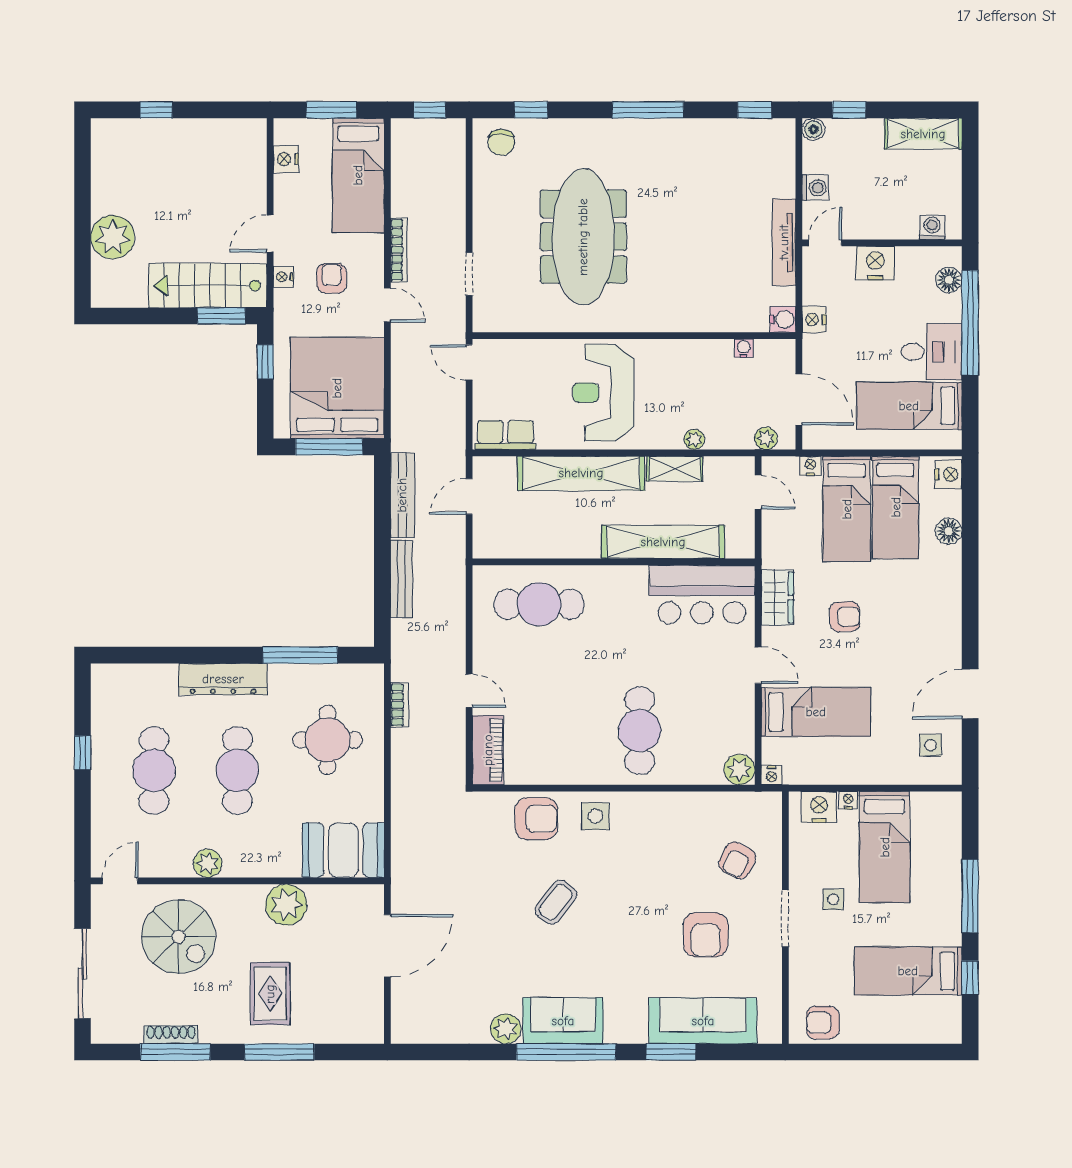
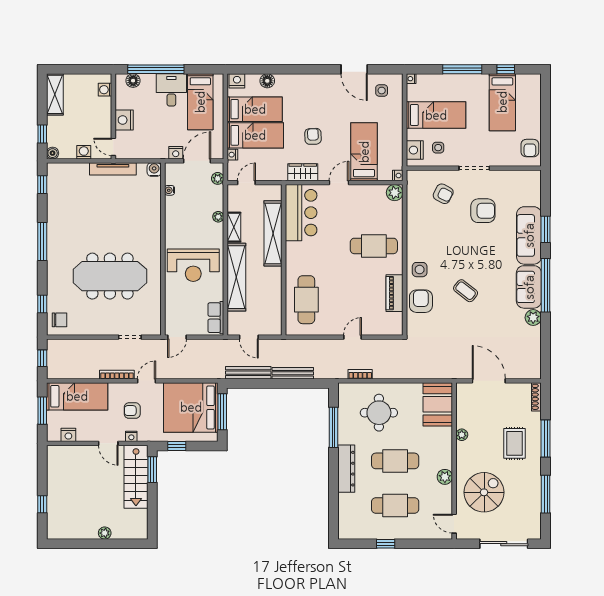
plant: (113, 237) -> (105, 533), width x0.53, depth x0.53
nightstand: (814, 320) -> (176, 153), moved
piano: (488, 750) -> (395, 293), moved, turned -90
nightstand: (848, 800) -> (411, 79), moved
side table: (833, 899) -> (438, 148), moved
plant: (286, 905) -> (462, 435), width x0.53, depth x0.53
rug: (270, 994) -> (514, 443), turned 90
sofa: (703, 1021) -> (529, 235), moved
shoe rack: (171, 1035) -> (536, 397), moved

